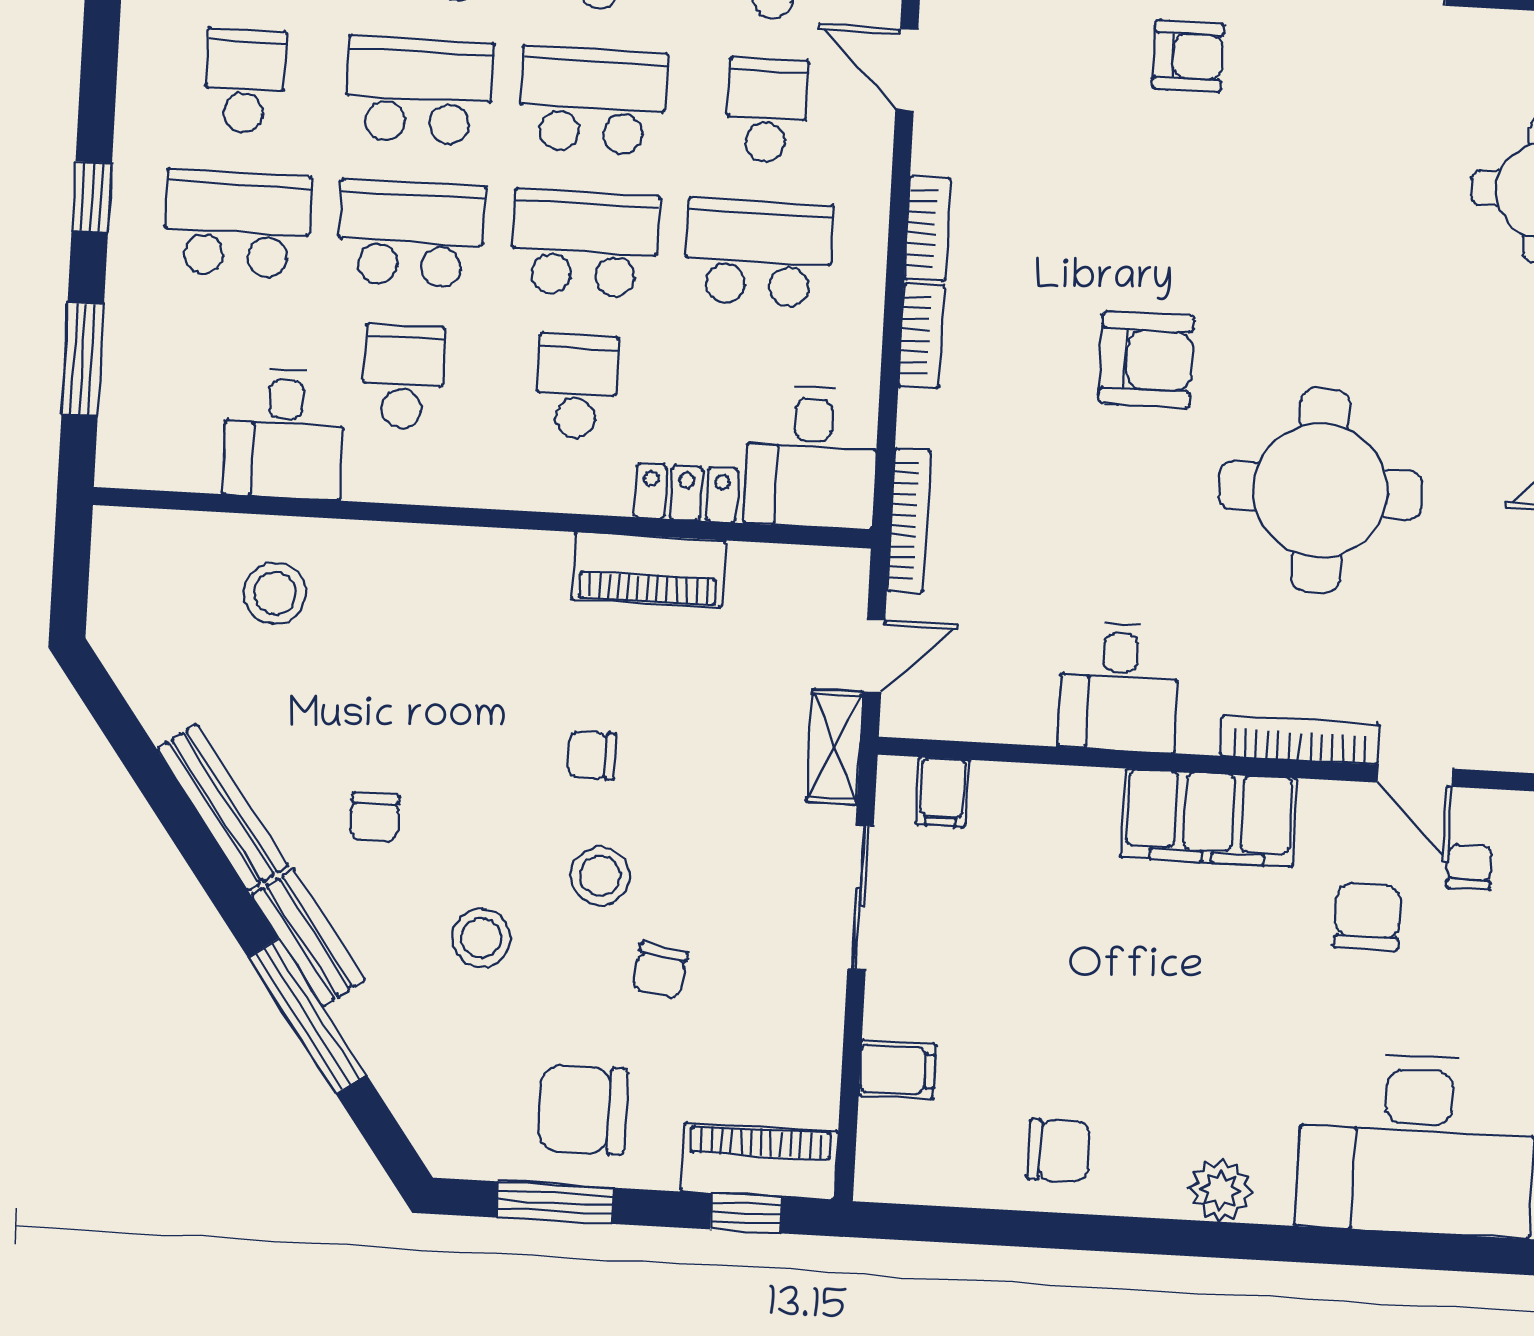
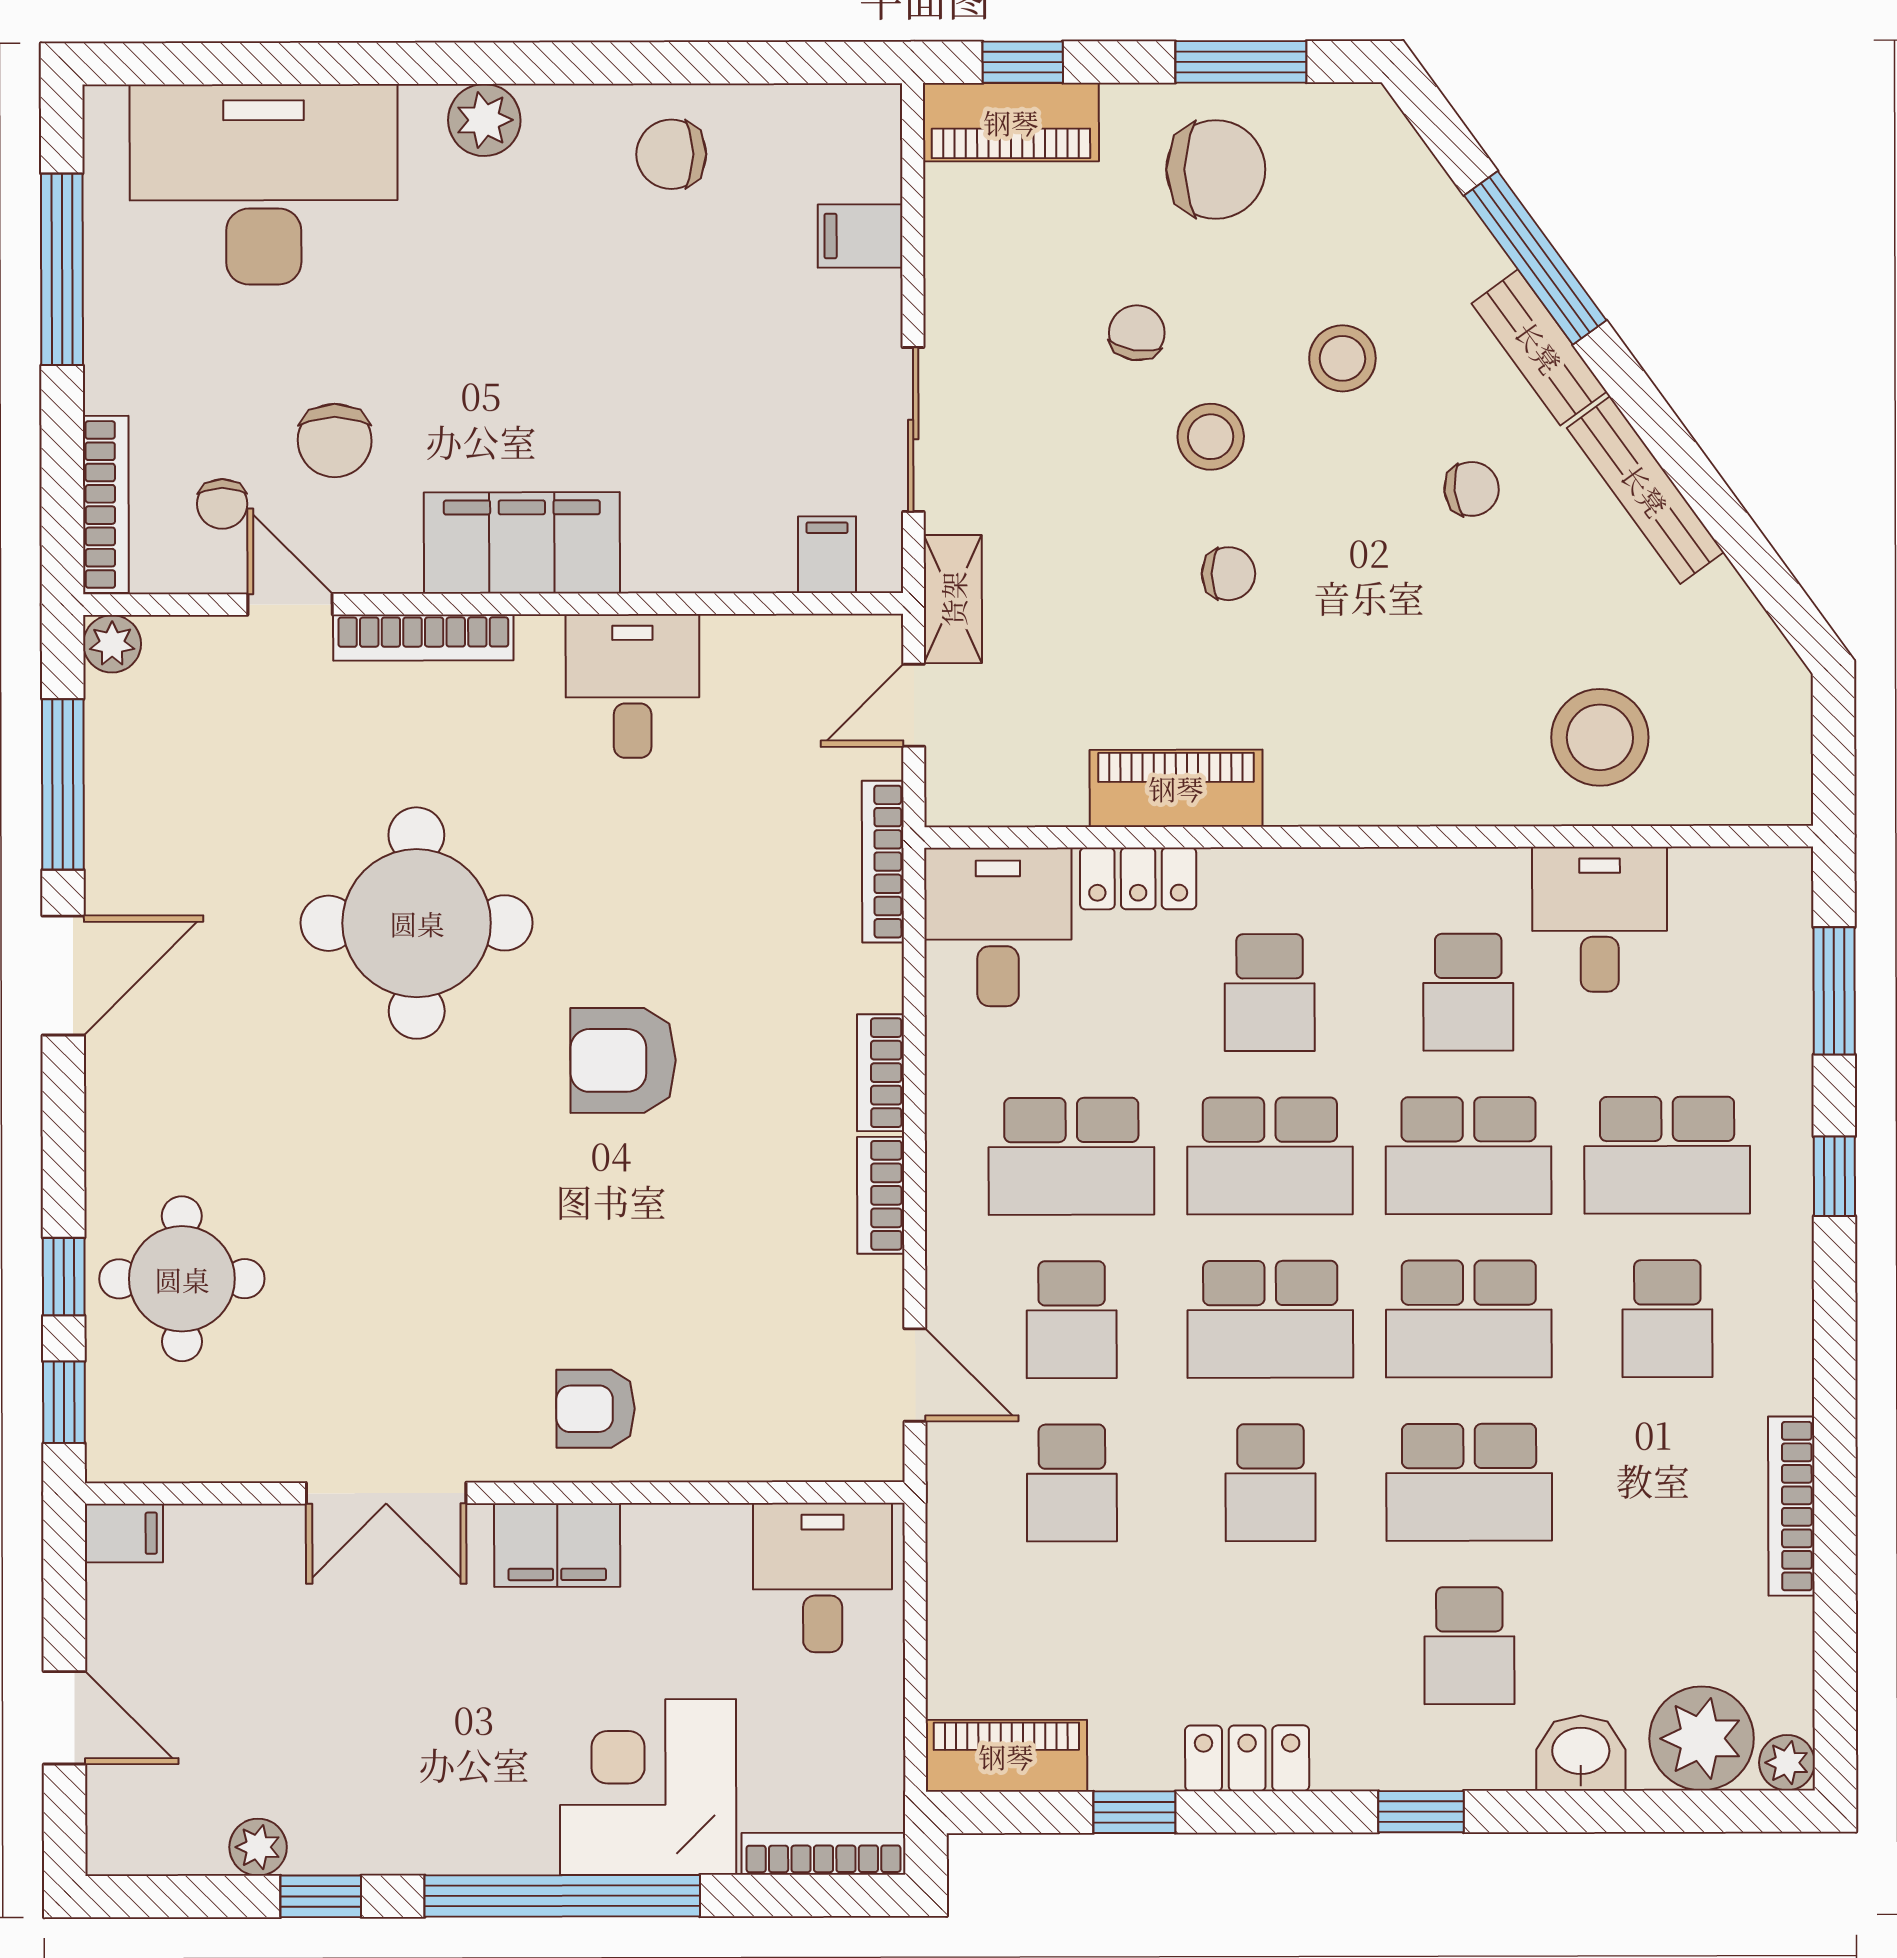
stool: (275, 593) -> (1600, 737), width x1.38, depth x1.38
chair: (375, 817) -> (1472, 489), turned 84

